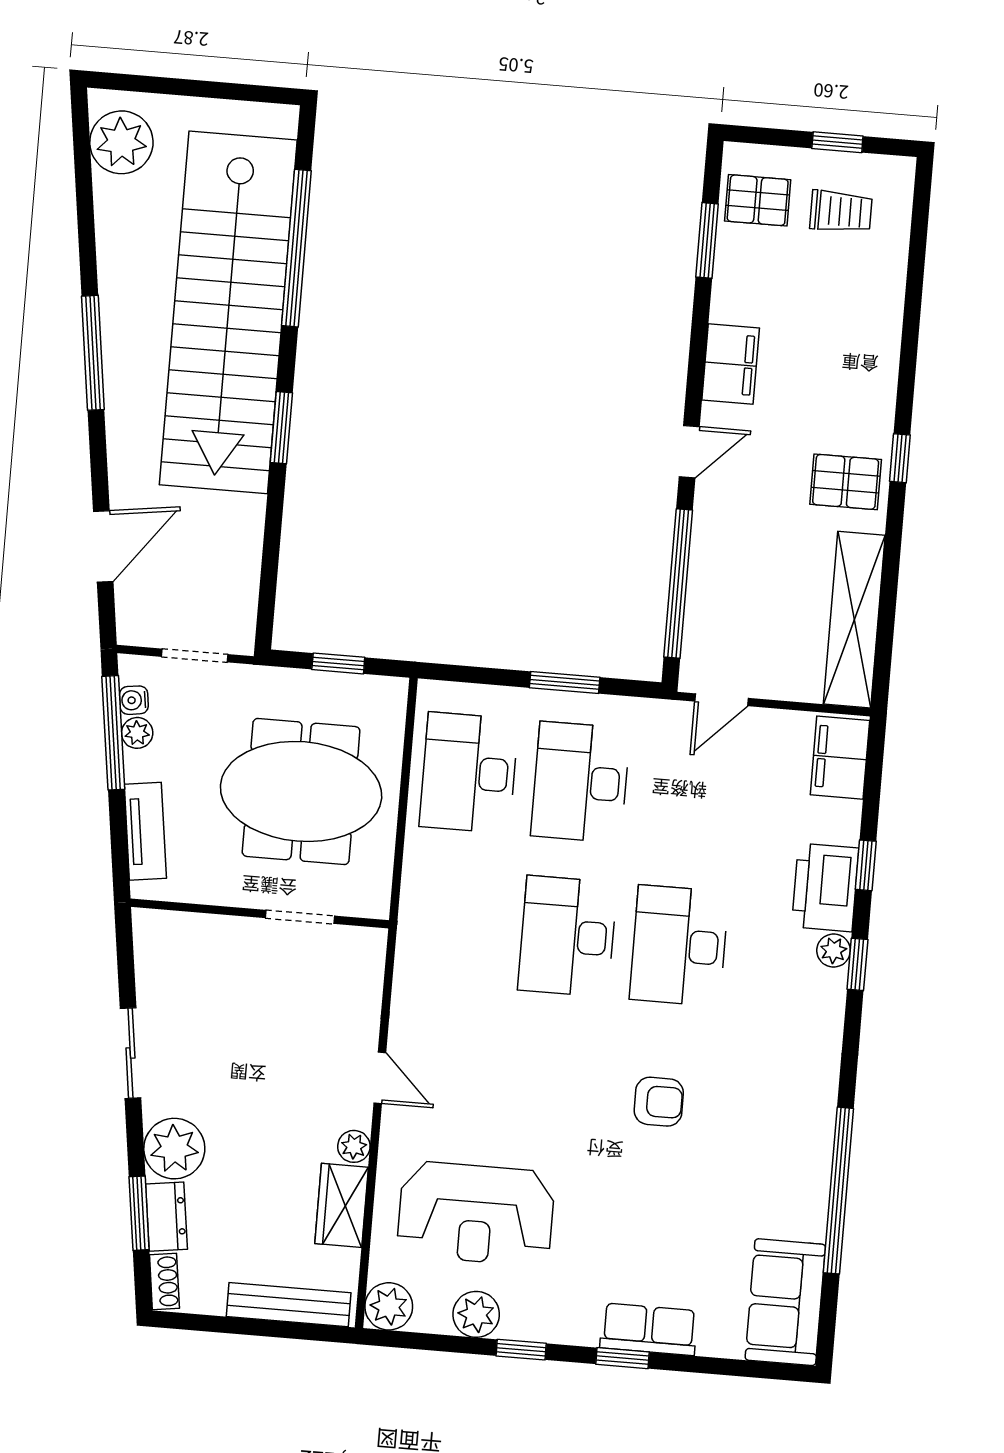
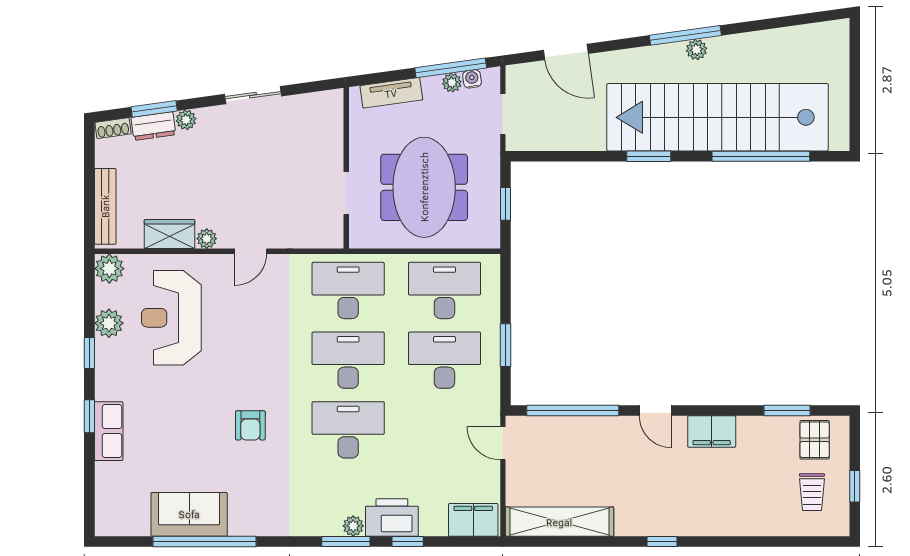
plant: (121, 142) -> (696, 50), moved, width x0.53, depth x0.53
pallet: (846, 482) -> (645, 509), removed
desk: (456, 927) -> (348, 291), added
window: (857, 964) -> (346, 541), width x1.50
plant: (174, 1149) -> (186, 120), width x0.53, depth x0.53
sofa: (785, 1302) -> (189, 514), moved

